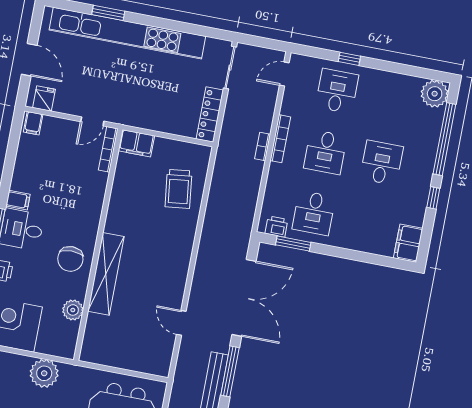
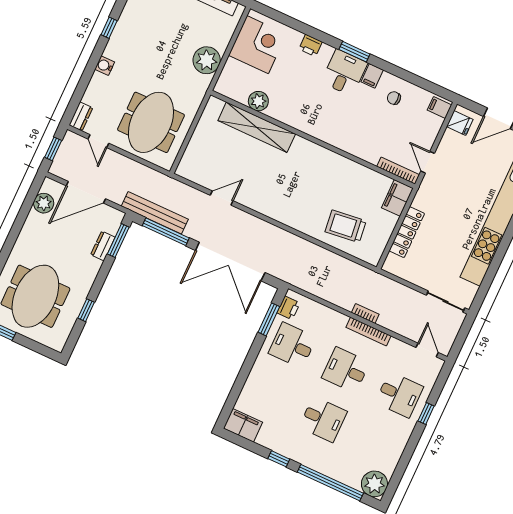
locker: (210, 114) -> (407, 232), moved, turned 90
chair: (70, 259) -> (394, 98), moved, width x0.54, depth x0.54
shelving: (106, 274) -> (257, 127), moved

